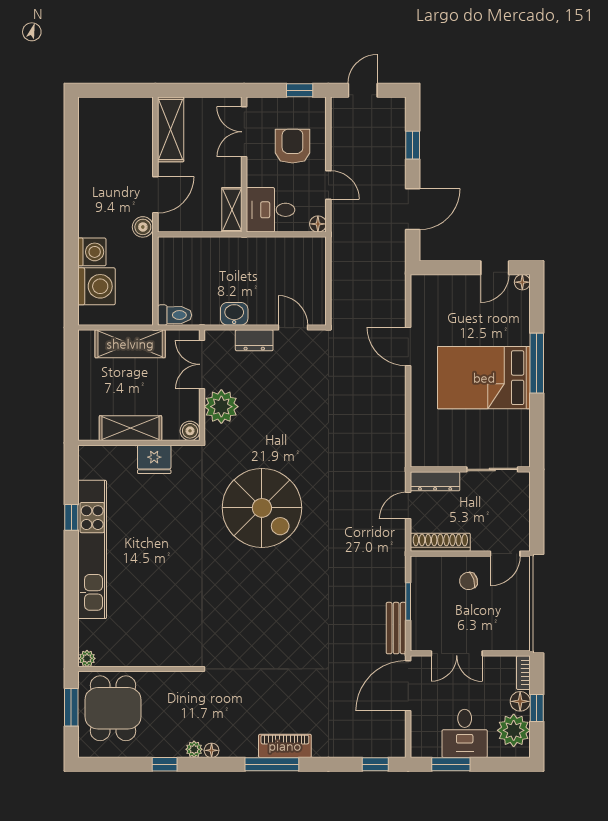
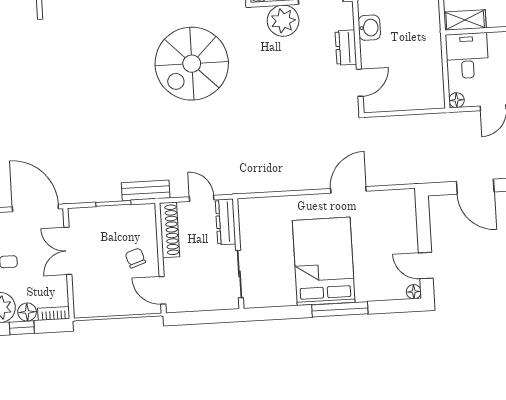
bench: (396, 628) -> (146, 190), moved

